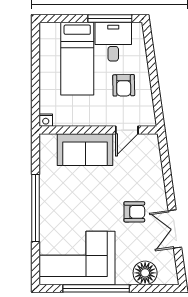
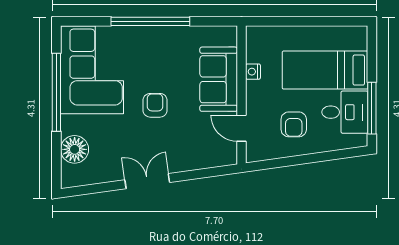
armchair: (124, 85) -> (294, 124), turned -89
nightstand: (46, 120) -> (253, 72), moved
armchair: (134, 212) -> (155, 105), moved, turned 180
double door: (175, 229) -> (147, 181), moved

